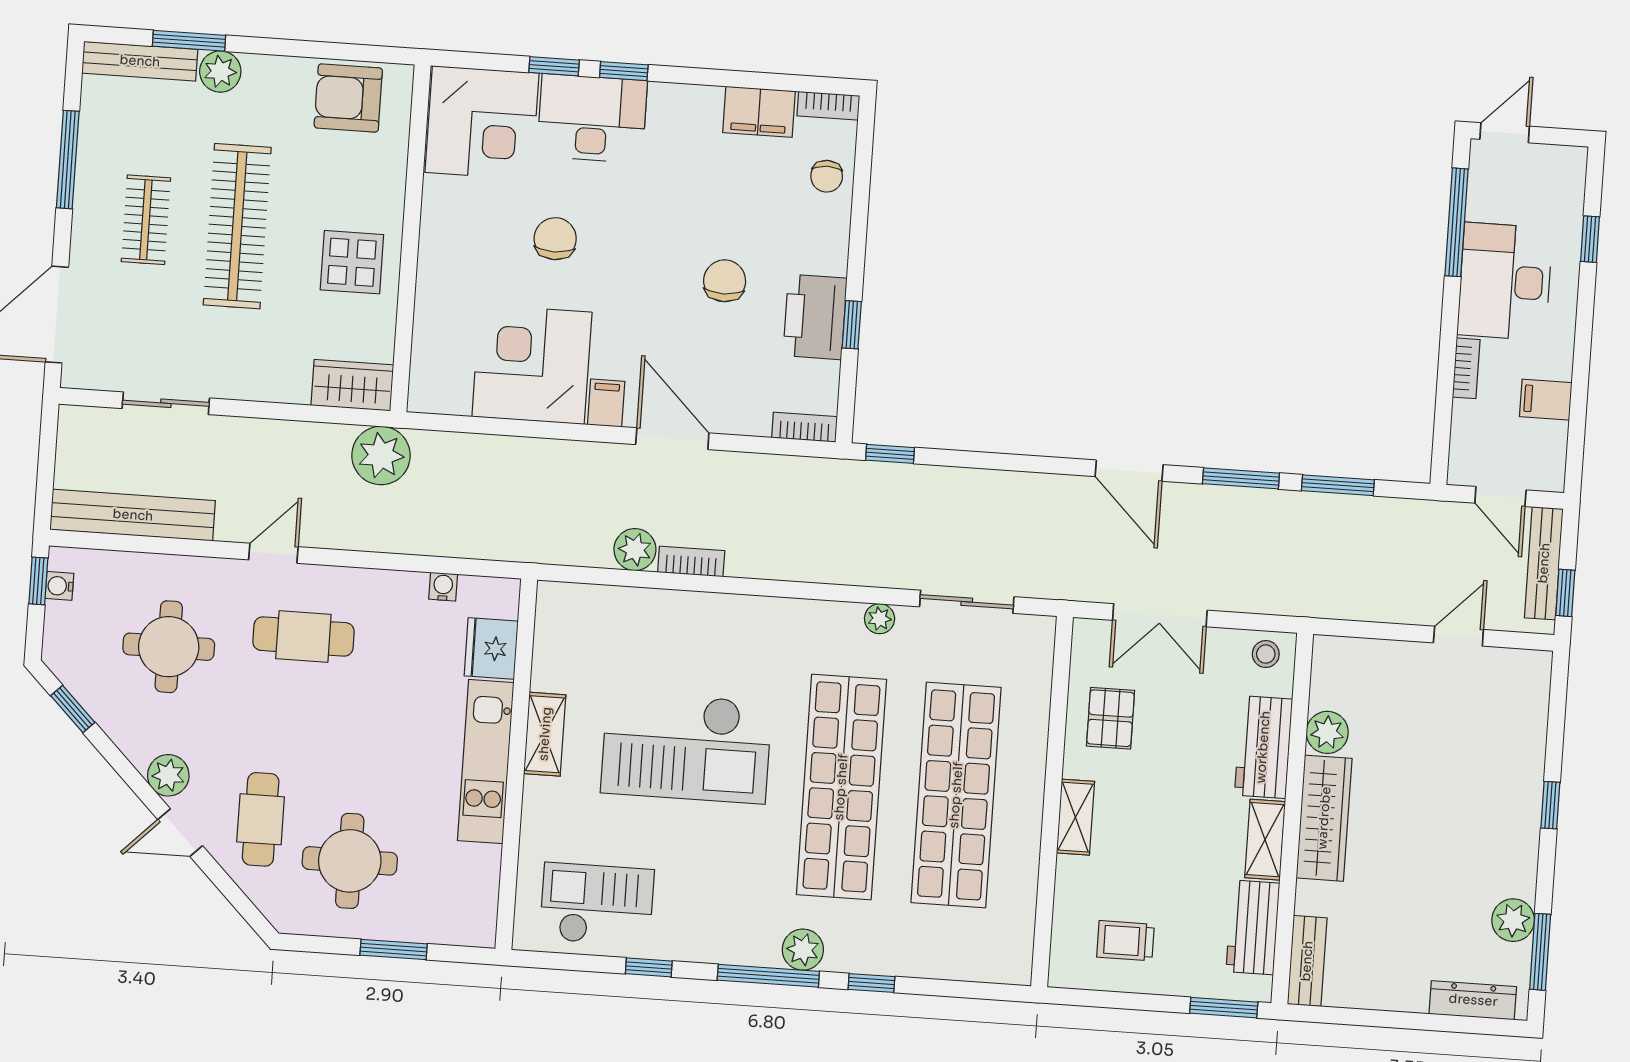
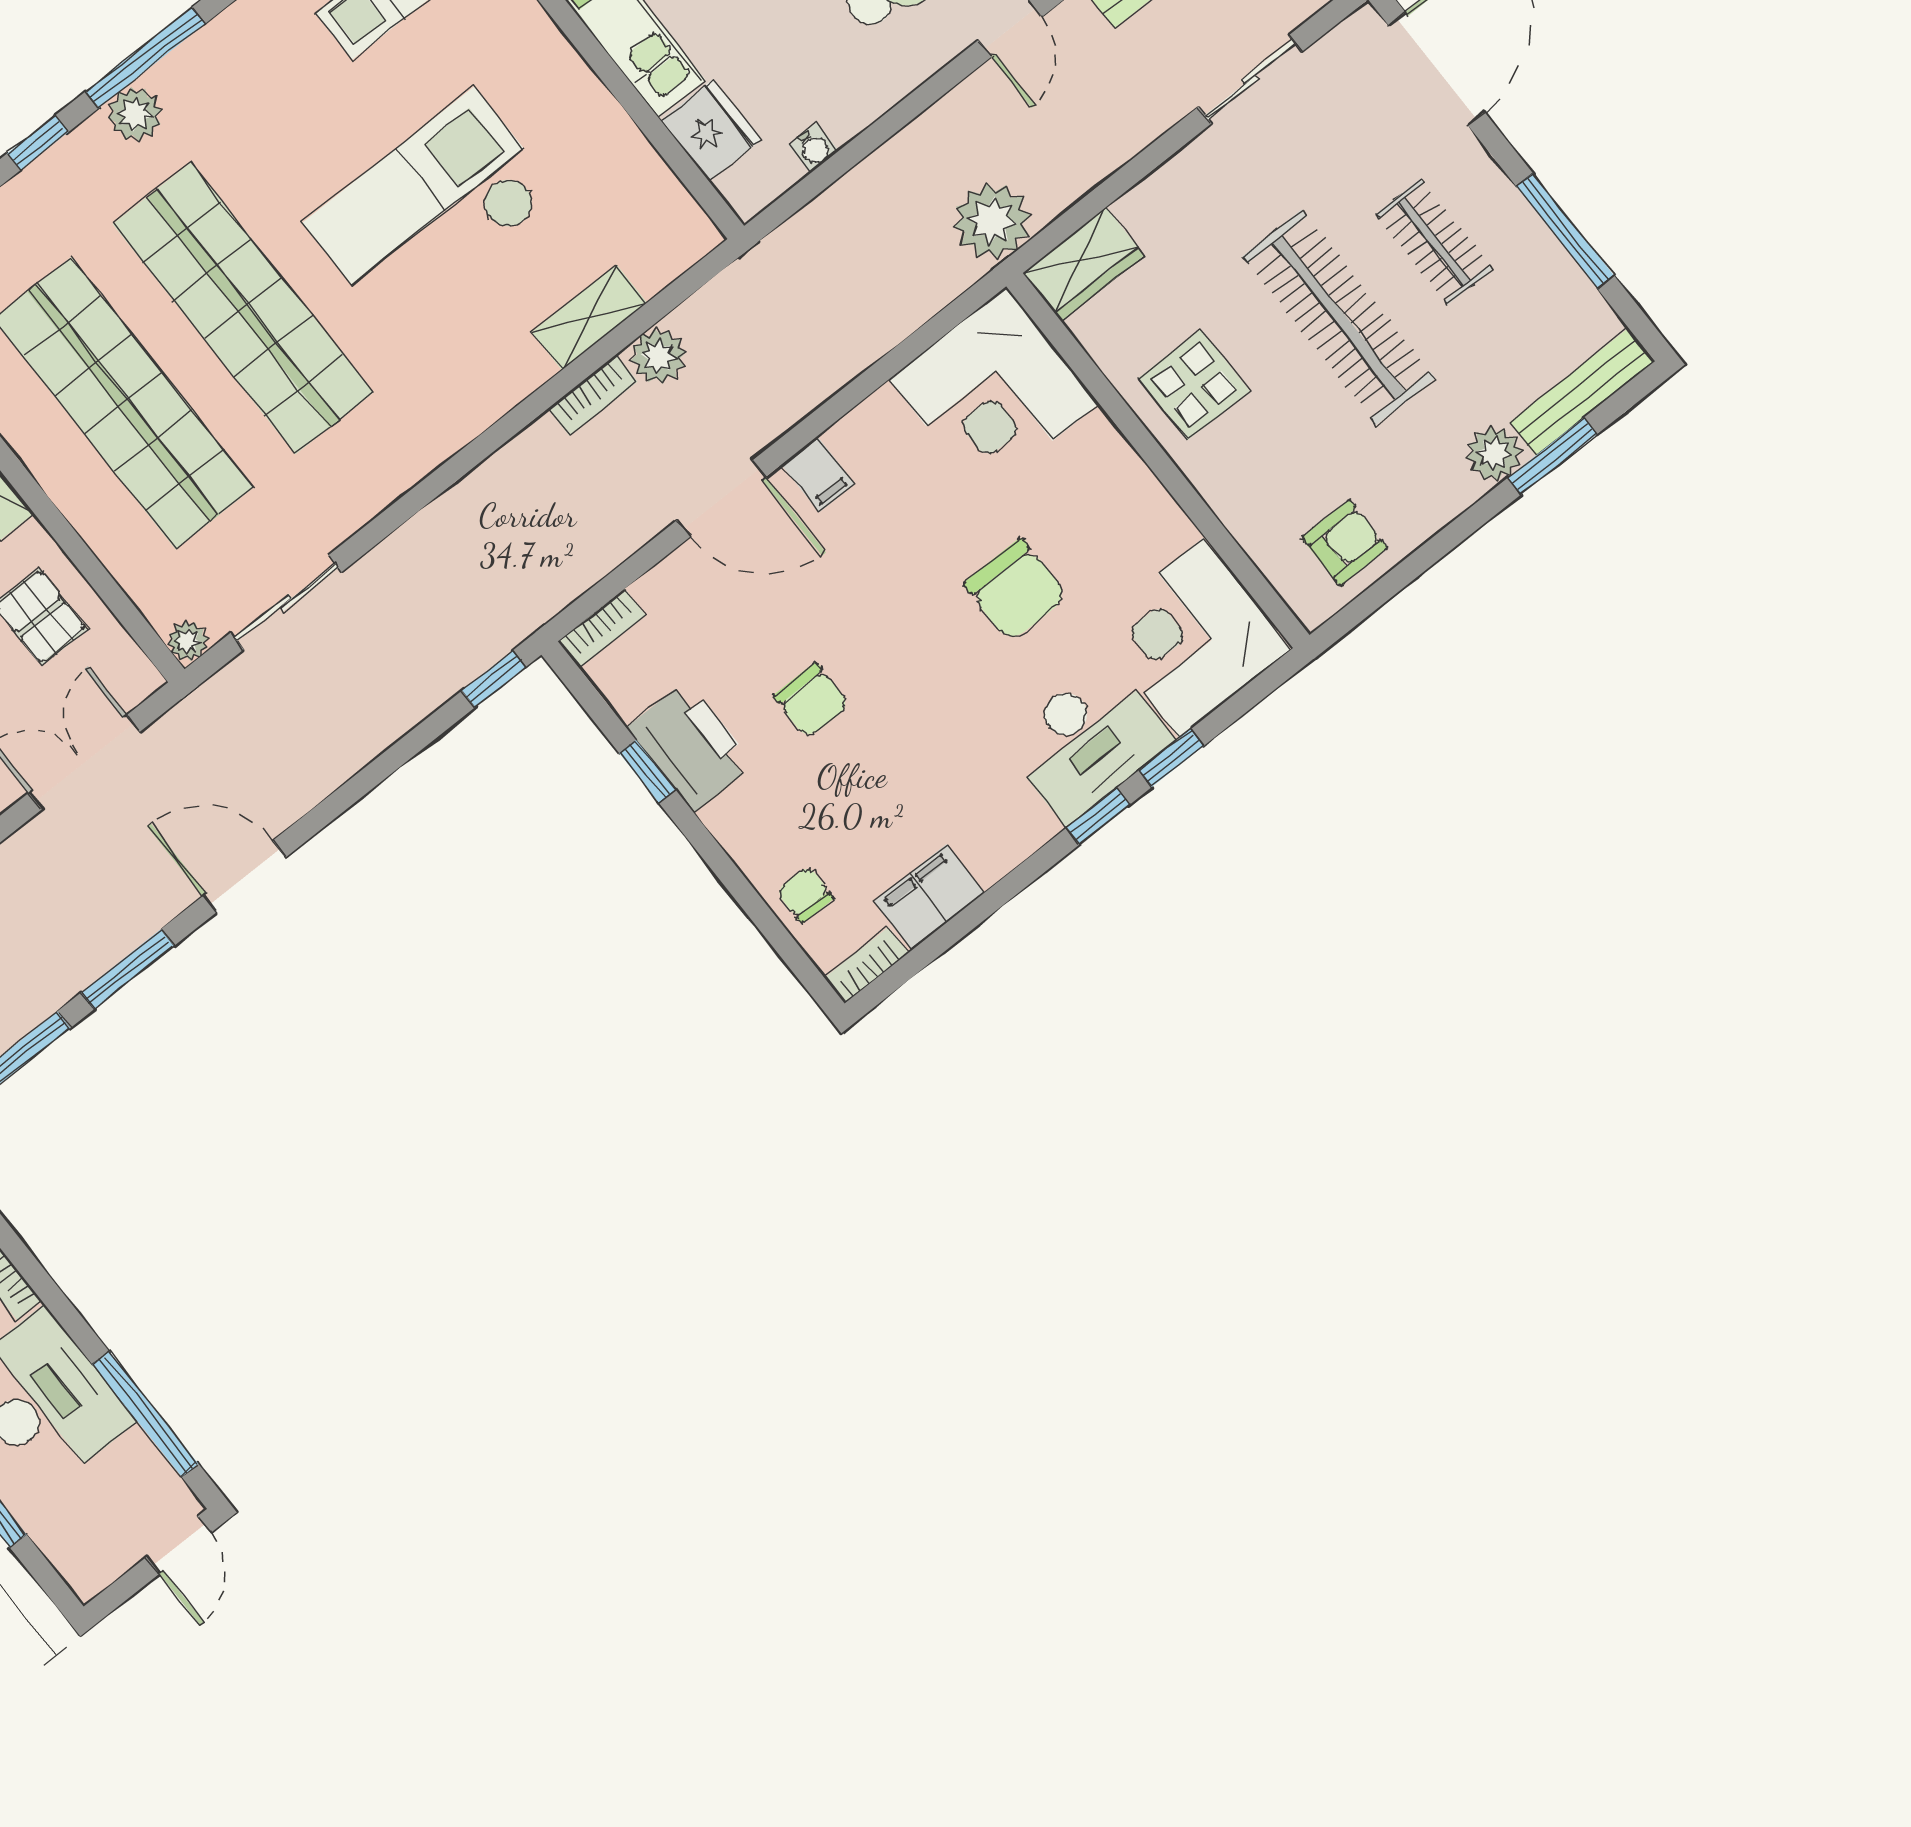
armchair: (348, 98) -> (1345, 543), width x0.72, depth x0.72
chair: (555, 239) -> (1016, 590), width x1.37, depth x1.37
corner desk: (532, 364) -> (994, 391), moved, turned 90
plant: (880, 619) -> (188, 641), moved
shelving: (545, 734) -> (589, 317), moved, turned 90

